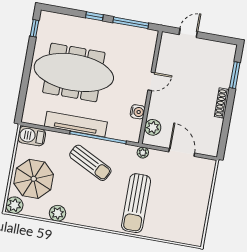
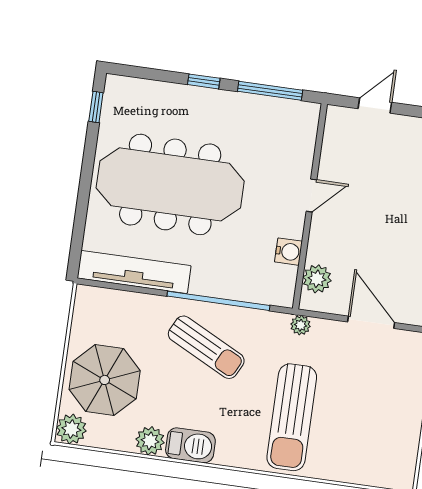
tv unit: (76, 124) -> (134, 272), moved
barbecue: (32, 136) -> (190, 445), moved, turned 180

